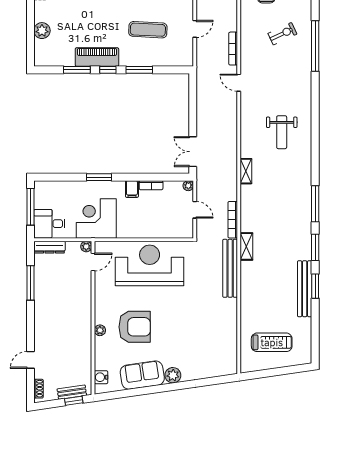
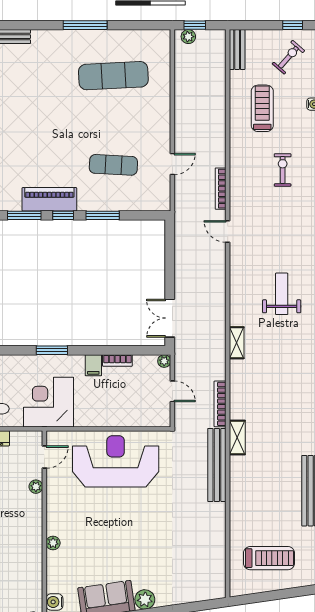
exercise bike: (282, 34) -> (283, 170), turned -65
weight bench: (282, 132) -> (282, 294), turned 180
plant: (86, 246) -> (36, 487), moved
armchair: (135, 327) -> (97, 539), removed

